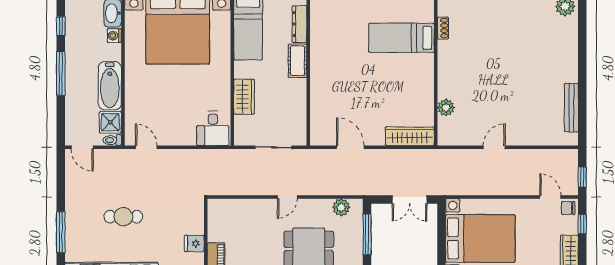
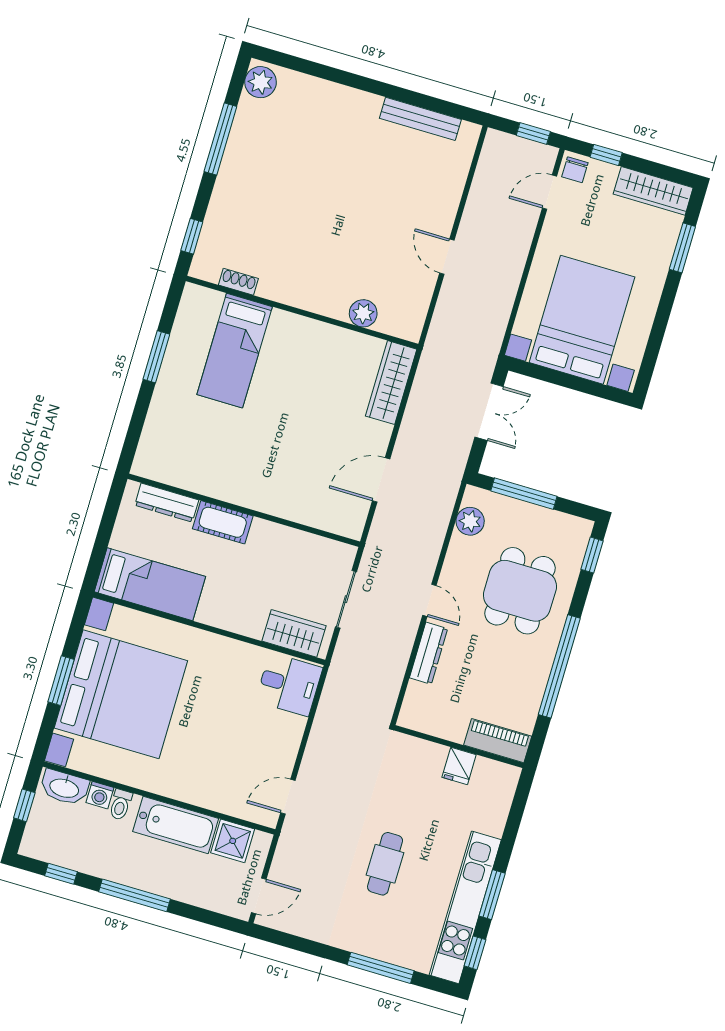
wardrobe: (244, 97) -> (294, 633), moved
toilet: (112, 140) -> (121, 805), moved
dresser: (256, 206) -> (429, 653), added

